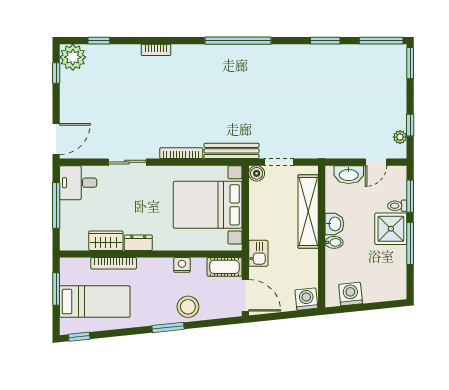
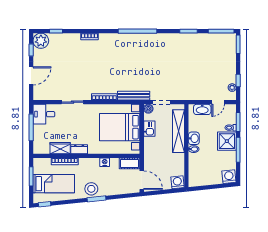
door: (56, 139) -> (31, 76), moved
kitchen sink: (258, 253) -> (149, 129), moved
washing machine: (351, 294) -> (229, 177), moved
stool: (188, 307) -> (91, 189), moved

